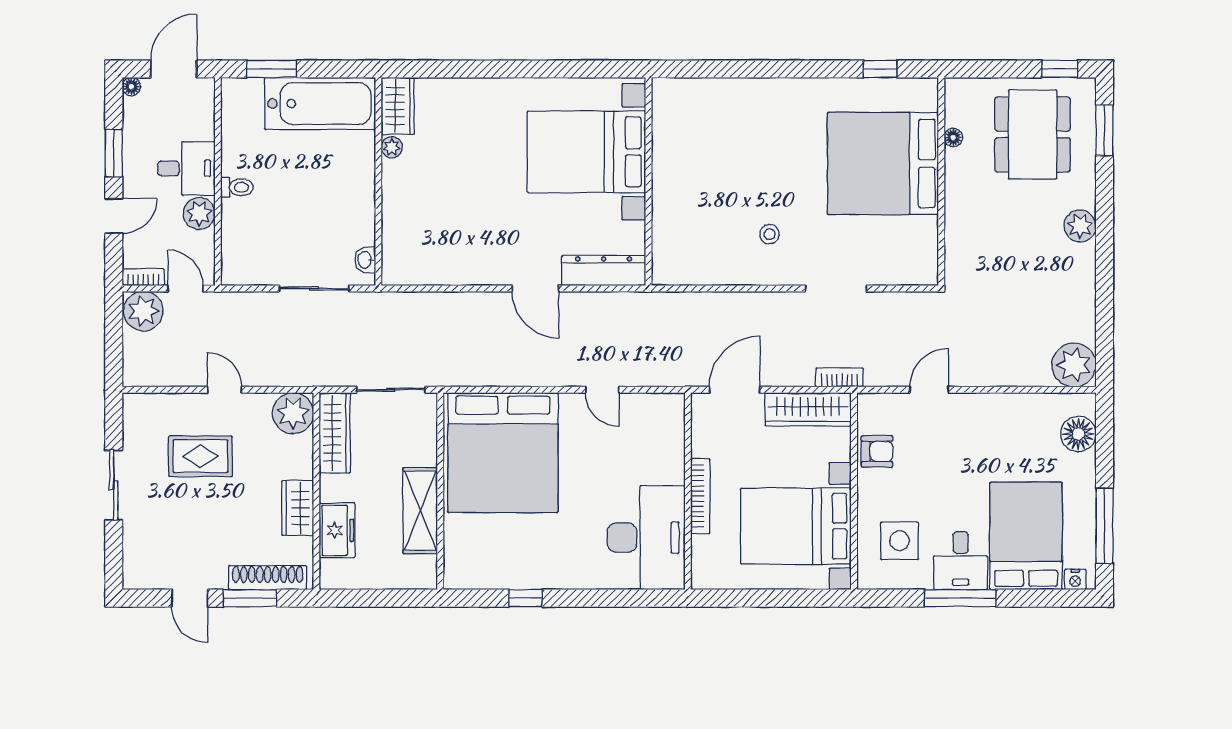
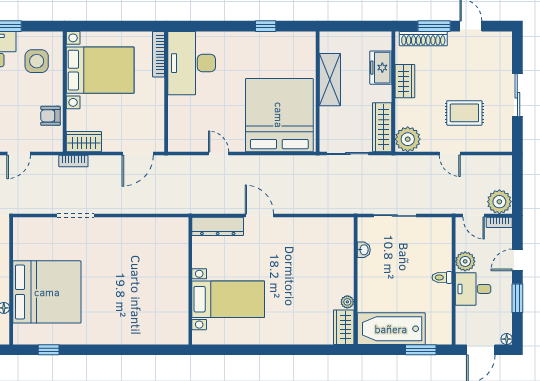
bed with nightstands: (586, 152) -> (228, 299), width x0.73
stool: (770, 234) -> (116, 249), removed
washbasin: (365, 260) -> (364, 250), moved
wardrobe: (808, 409) -> (84, 142), width x0.67
bookcase: (700, 496) -> (159, 54), moved

